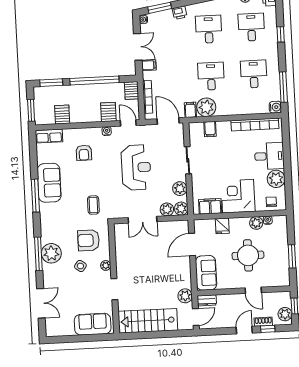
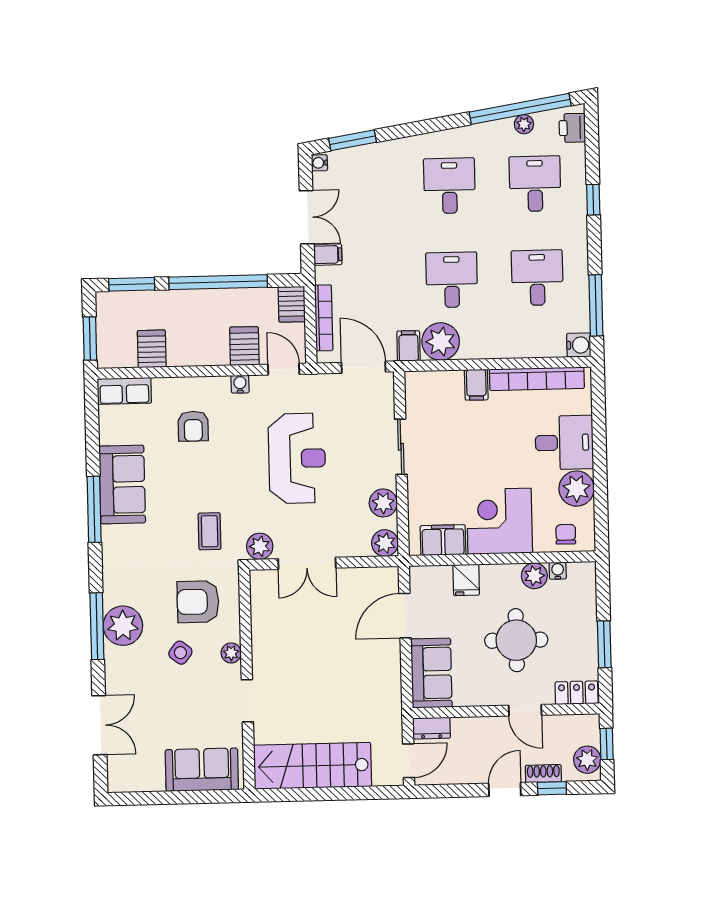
printer: (180, 13) -> (392, 151), removed
filing cabinet: (210, 129) -> (476, 385), moved
plant: (167, 209) -> (260, 546), moved
locker: (279, 281) -> (577, 693), added
plant: (185, 296) -> (388, 718), removed

